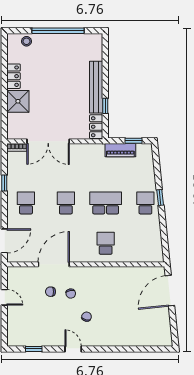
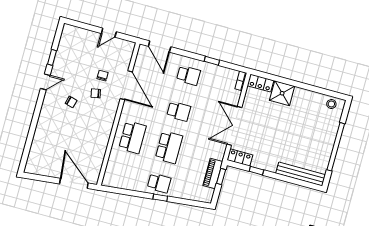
stool: (27, 41) -> (331, 104), moved
locker: (14, 76) -> (261, 83), moved
bench: (96, 87) -> (301, 174), moved
double door: (48, 141) -> (234, 126), moved
window: (134, 141) -> (221, 177), moved
school desk: (106, 243) -> (133, 137), width x1.85
window: (34, 349) -> (52, 57), moved

